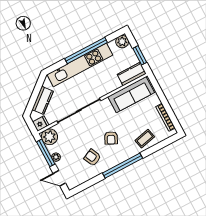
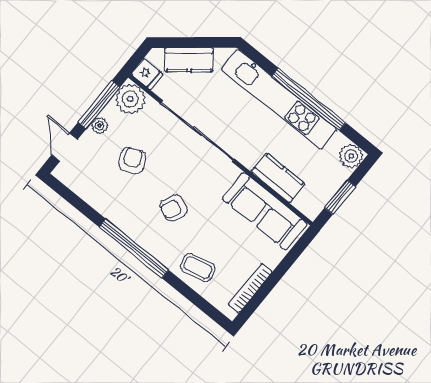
kitchen counter: (132, 74) -> (278, 178), moved
armchair: (92, 158) -> (132, 161), moved

